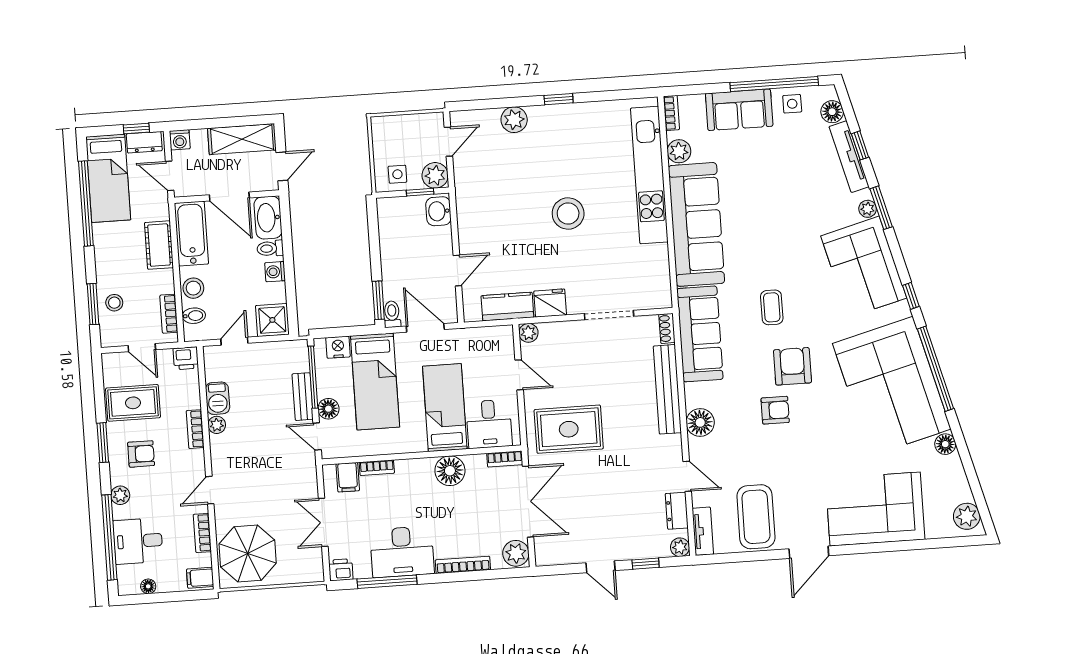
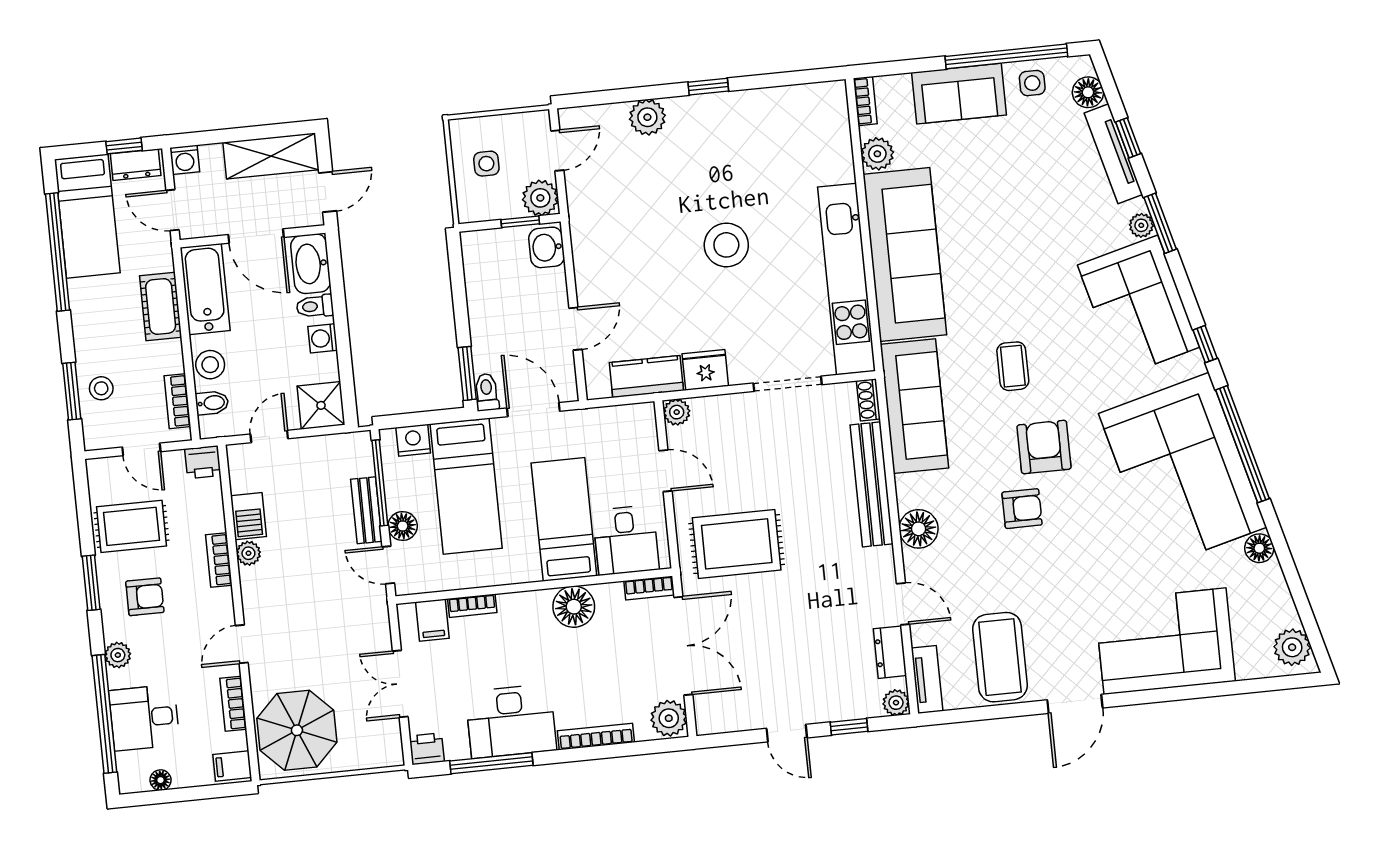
side table: (397, 174) -> (486, 164), moved
kitchen unit: (649, 175) -> (847, 279), moved

